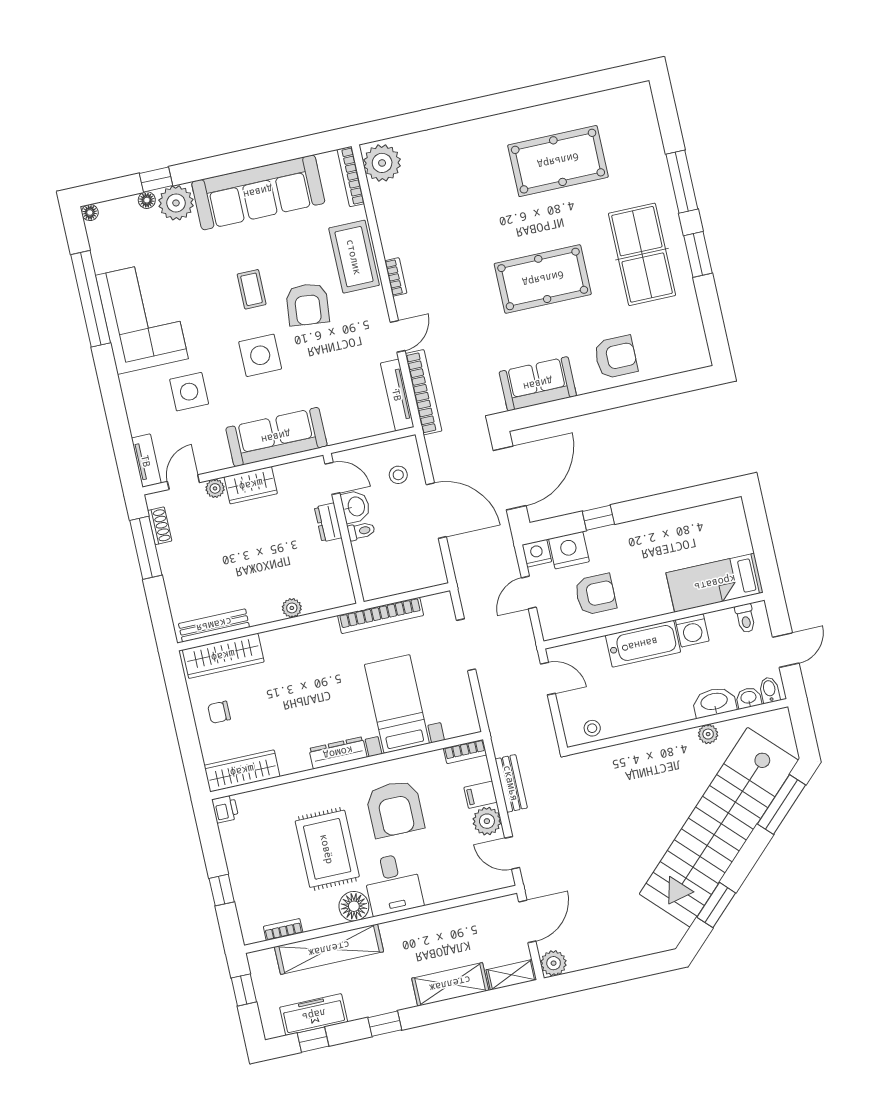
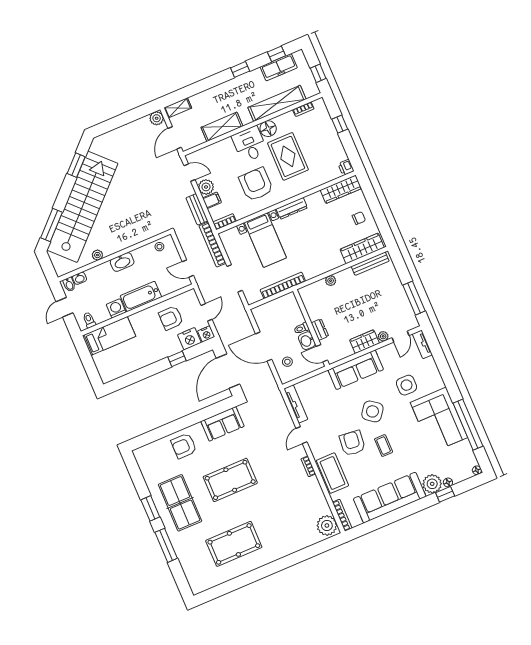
side table: (260, 355) -> (372, 411), turned 37
bookcase: (424, 392) -> (212, 245), moved
shoe rack: (160, 526) -> (409, 311), removed
washbasin: (714, 702) -> (122, 262), moved
shelving: (450, 984) -> (222, 127), moved

